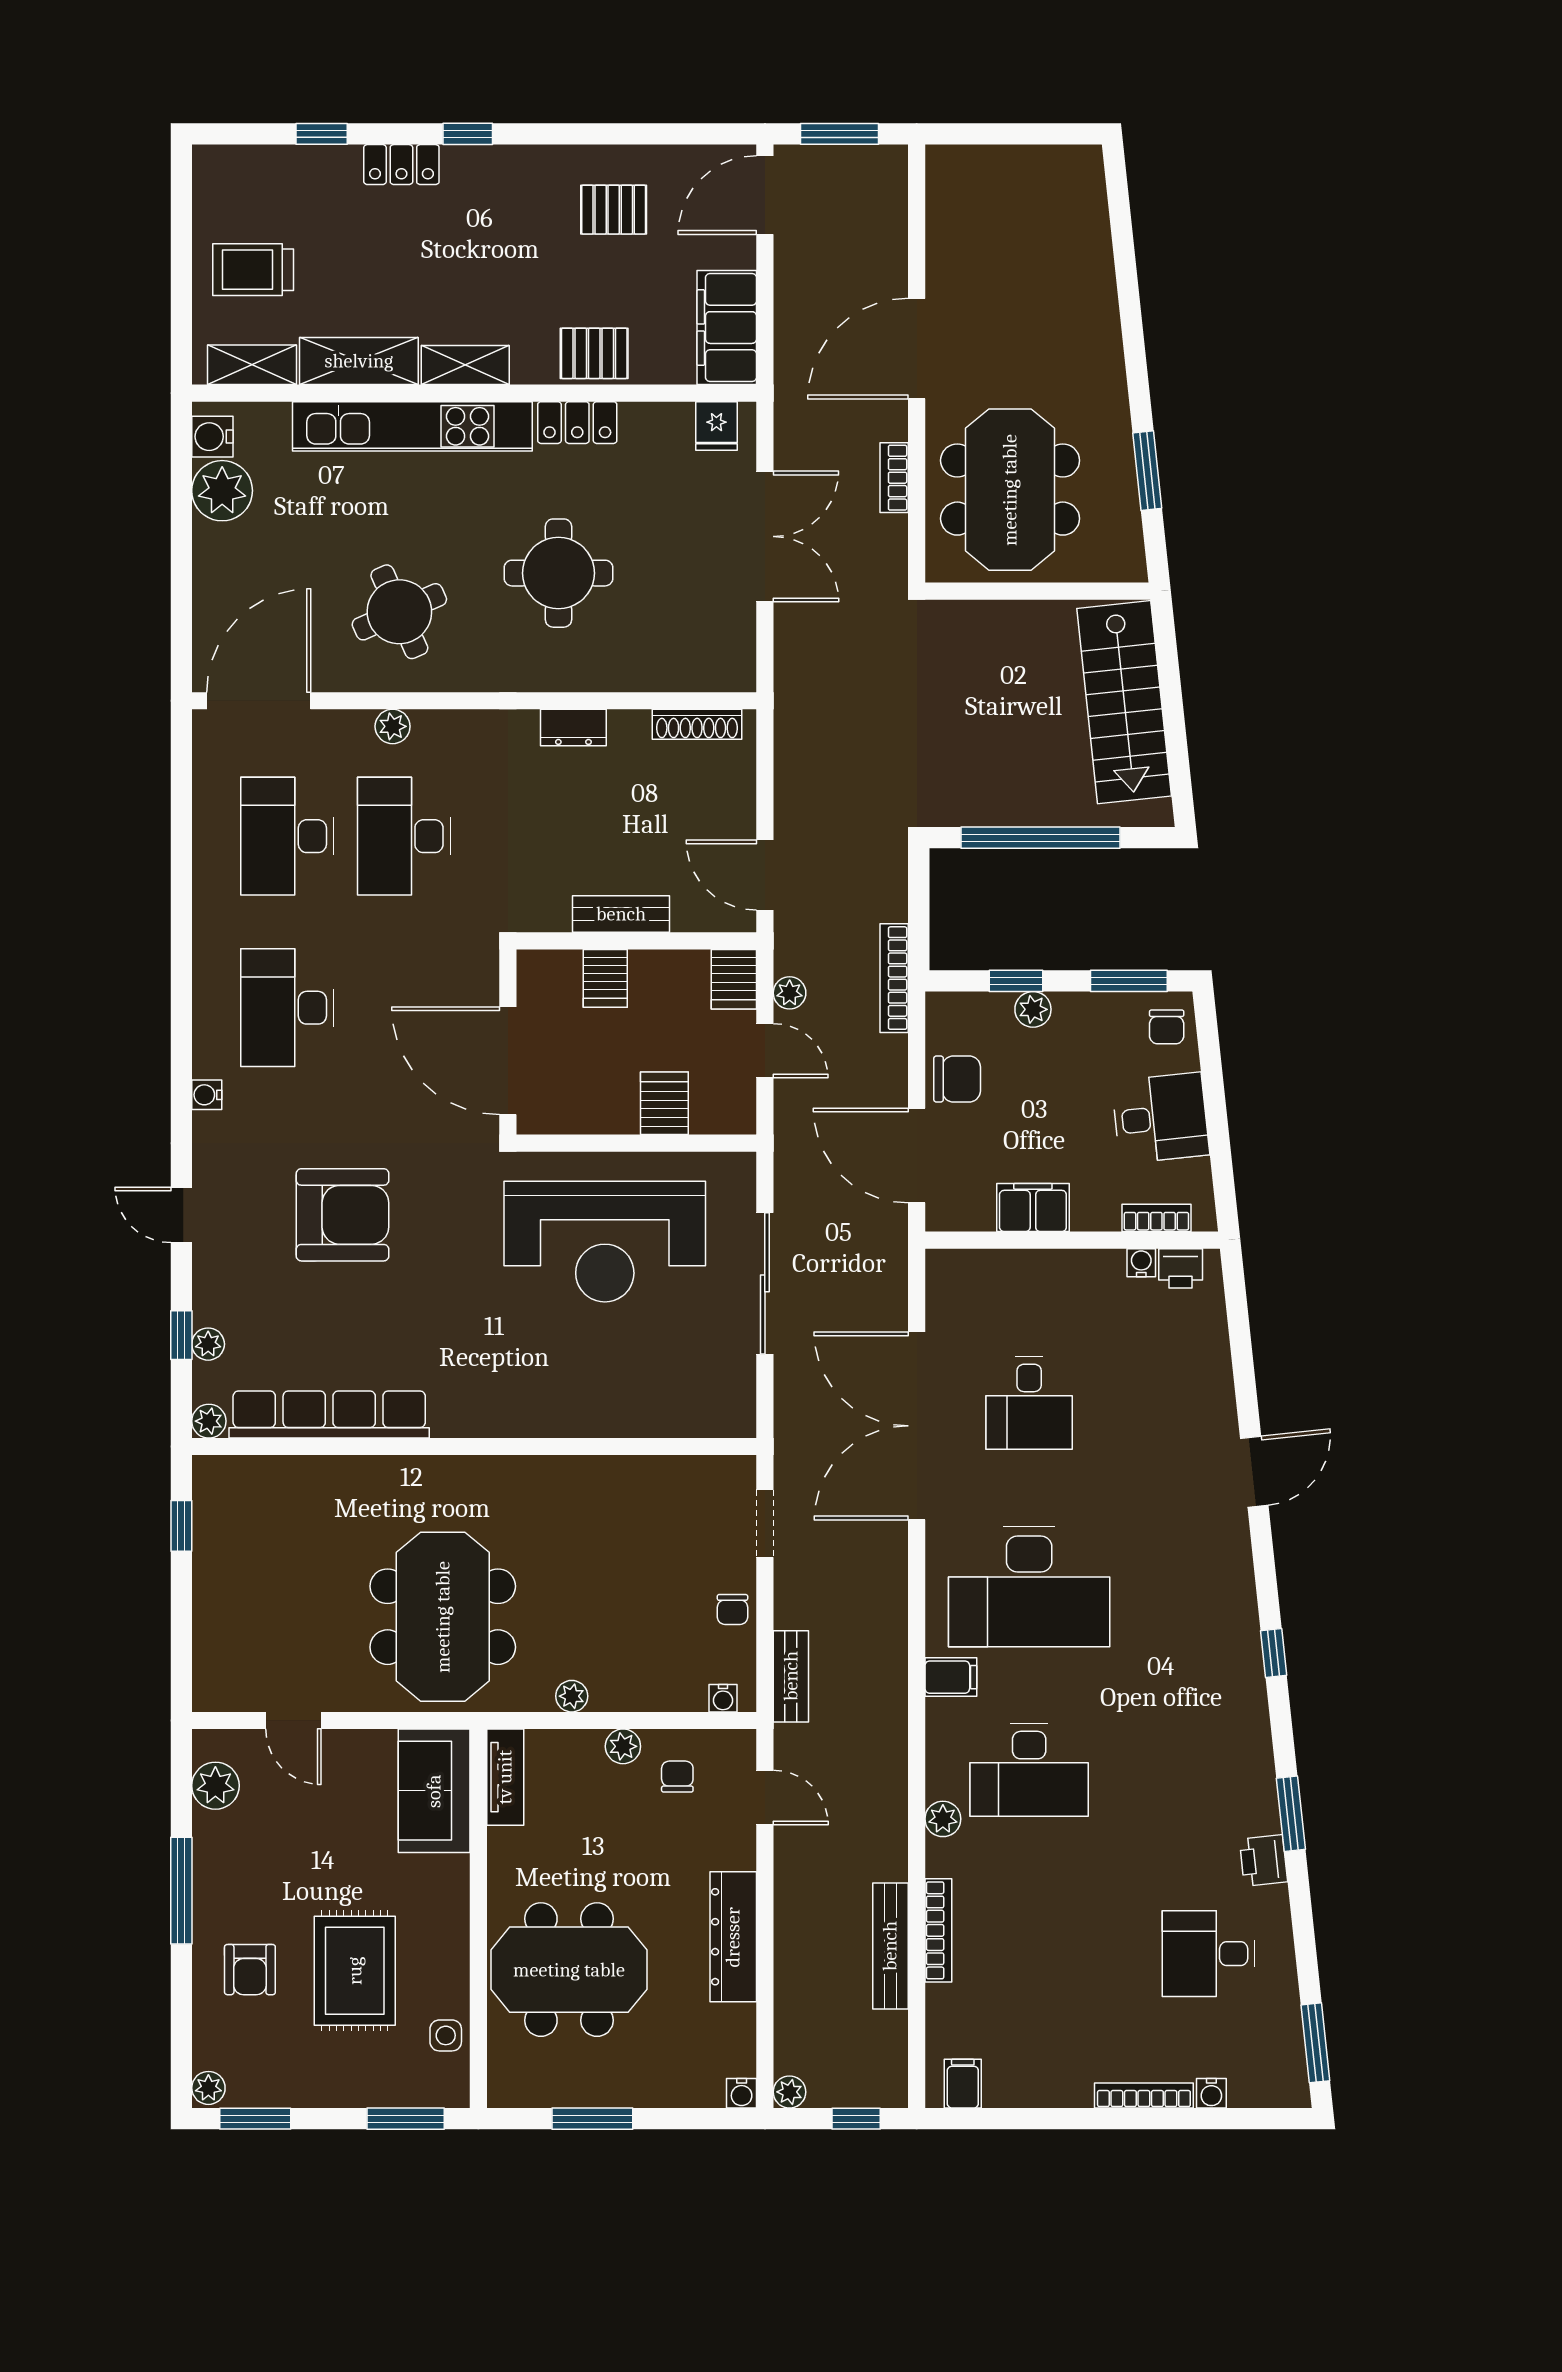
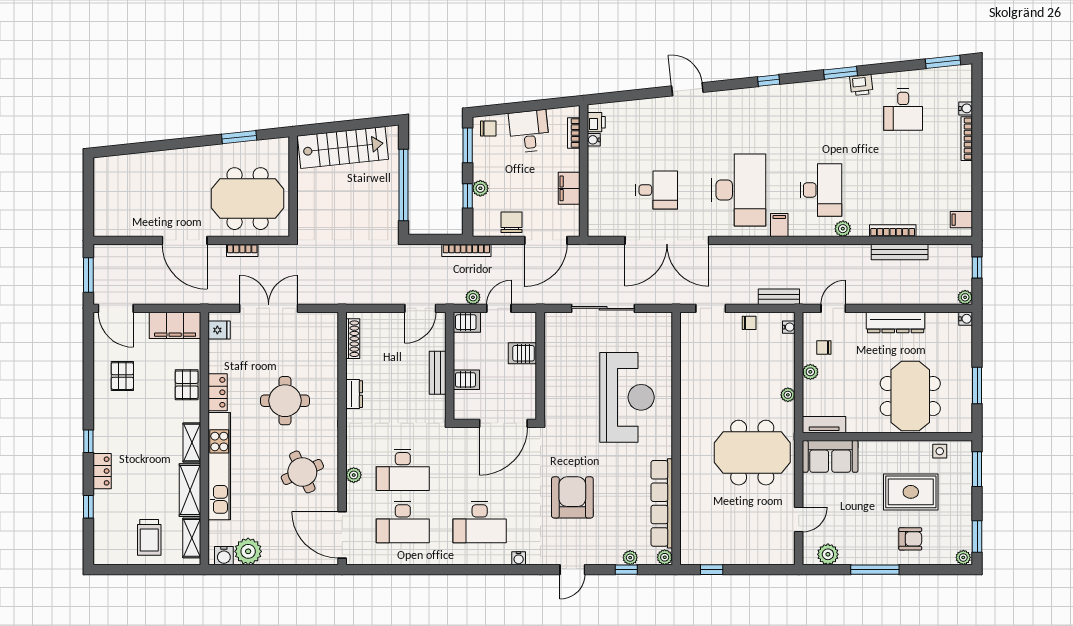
reception desk: (605, 1242) -> (627, 397), moved

